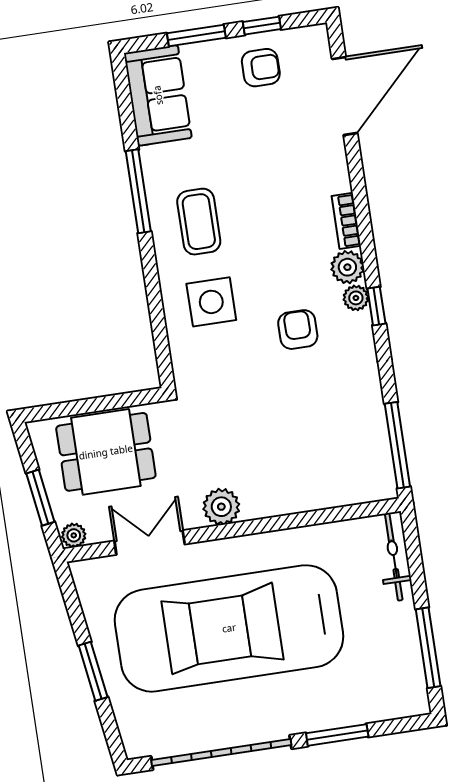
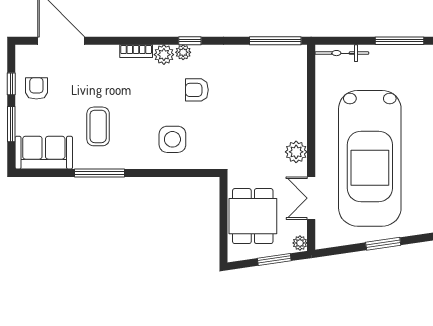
coffee table: (199, 222) -> (98, 126), moved, turned 90

